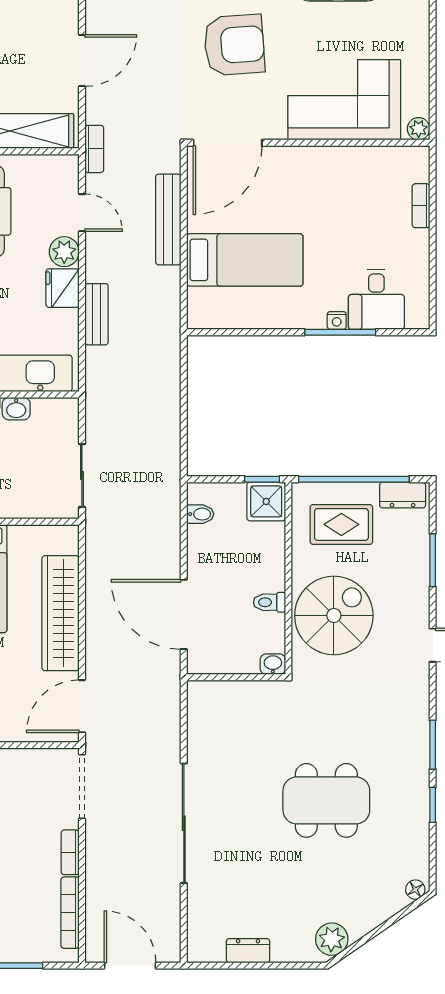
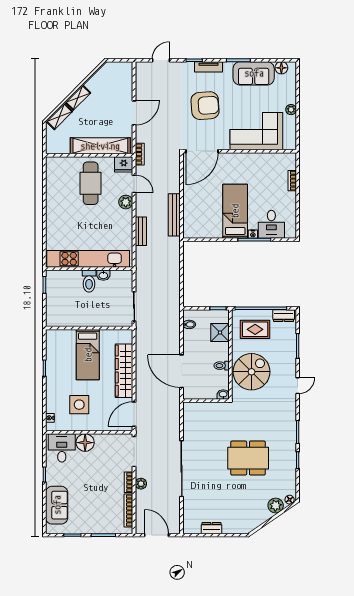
plant: (419, 129) -> (291, 110), moved
bench: (168, 219) -> (174, 215), moved
bed: (245, 260) -> (235, 211), moved, turned -90
fridge: (63, 288) -> (124, 164), moved, turned -90
shower: (266, 501) -> (220, 333), moved
plant: (97, 855) -> (141, 484), added
plant: (332, 939) -> (276, 506), moved

